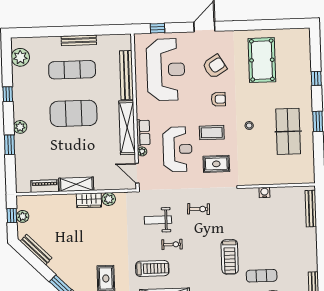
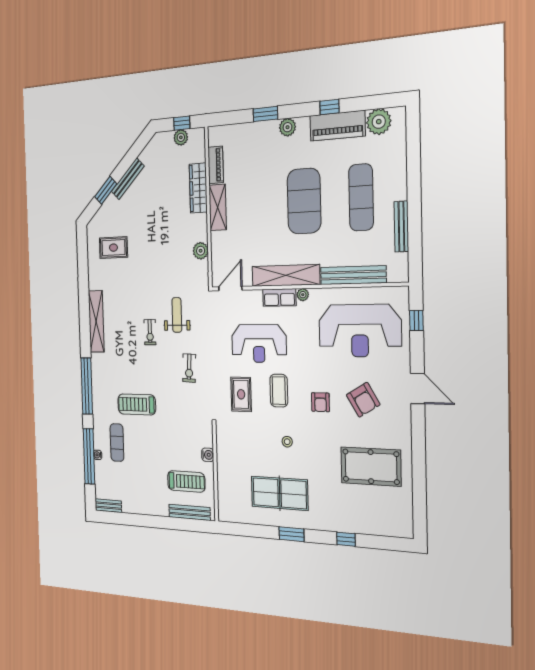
bench: (79, 40) -> (401, 227), moved
piano: (21, 88) -> (338, 126), added
plant: (142, 151) -> (303, 295), moved
wardrobe: (89, 200) -> (198, 188), moved, width x1.50
bench: (36, 250) -> (128, 179), moved
treadmill: (152, 268) -> (186, 481), moved, turned -90

